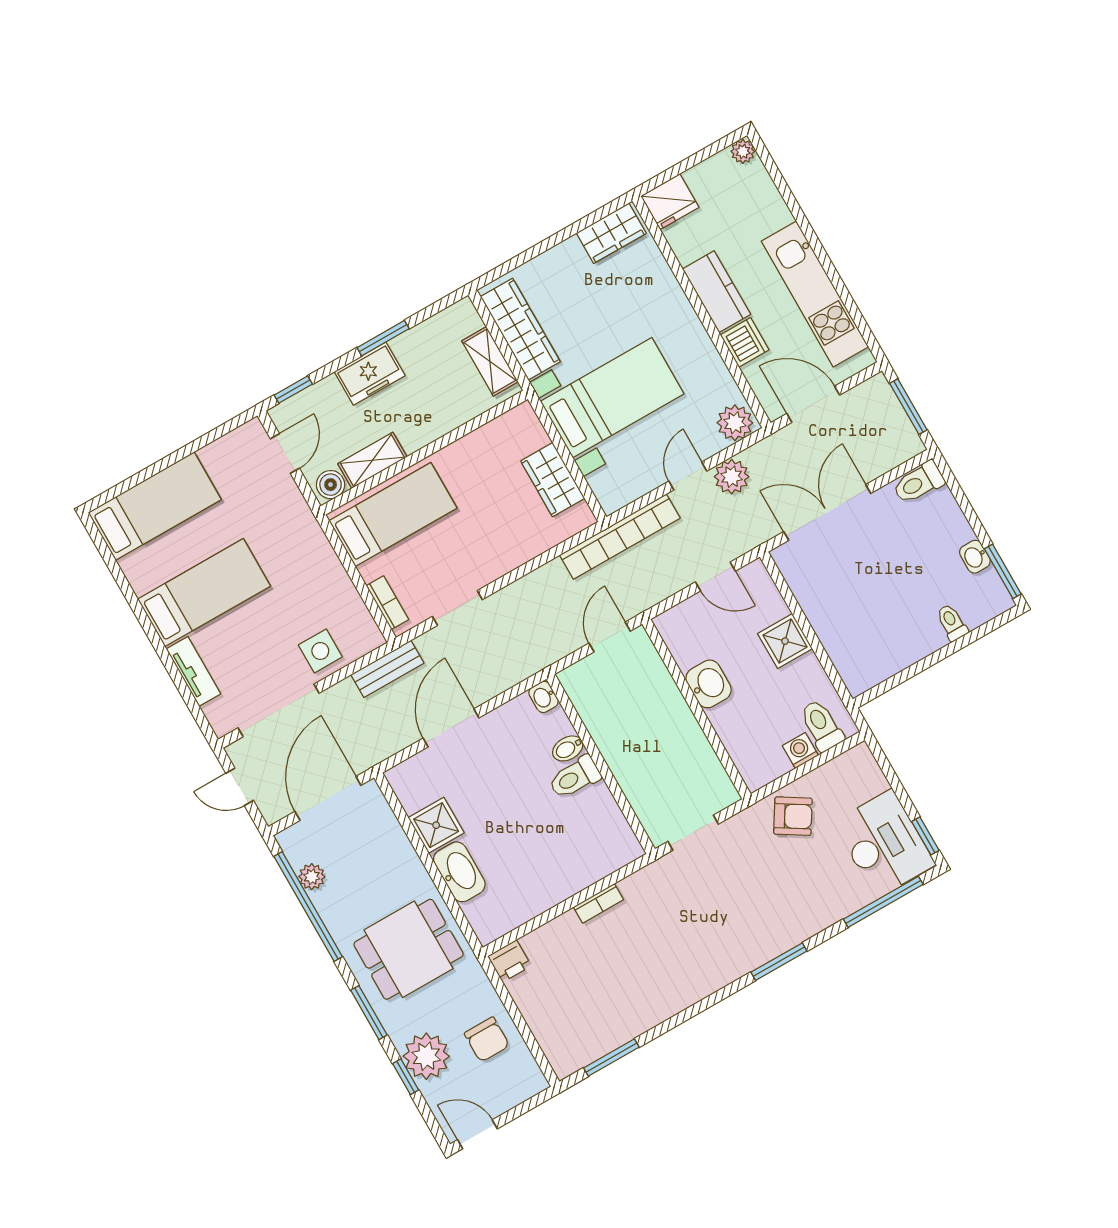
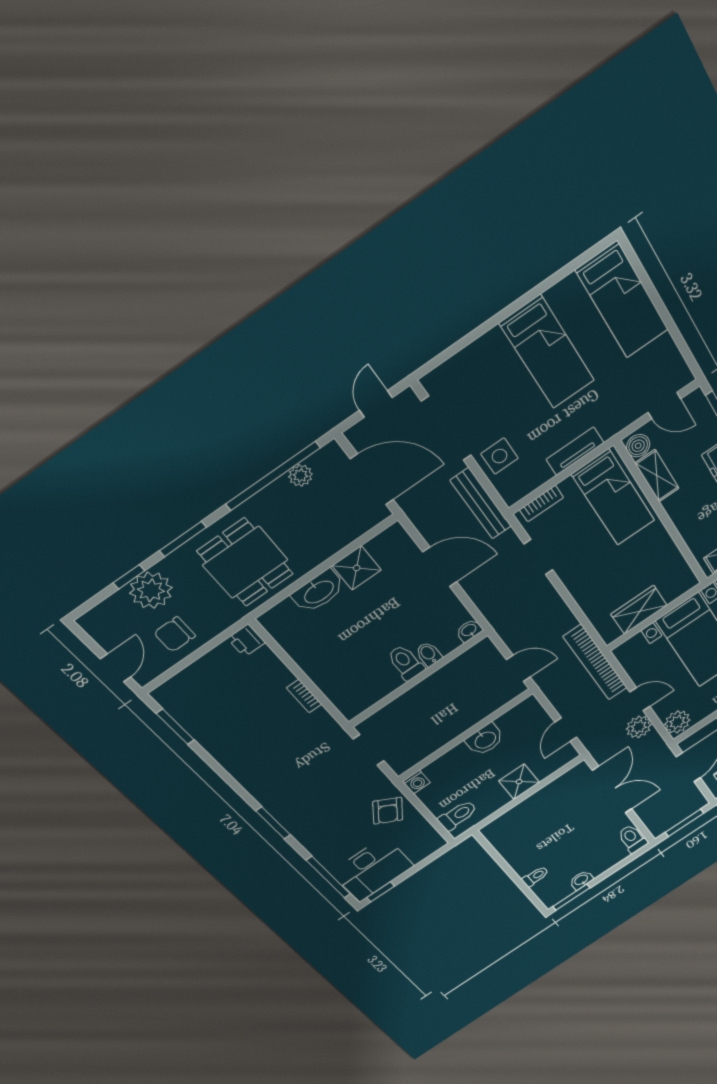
bench: (387, 669) -> (481, 503), width x1.36
tv unit: (193, 671) -> (575, 451), moved, turned 180
washing machine: (800, 750) -> (416, 782), moved, turned 90
door: (477, 1134) -> (115, 668), moved

